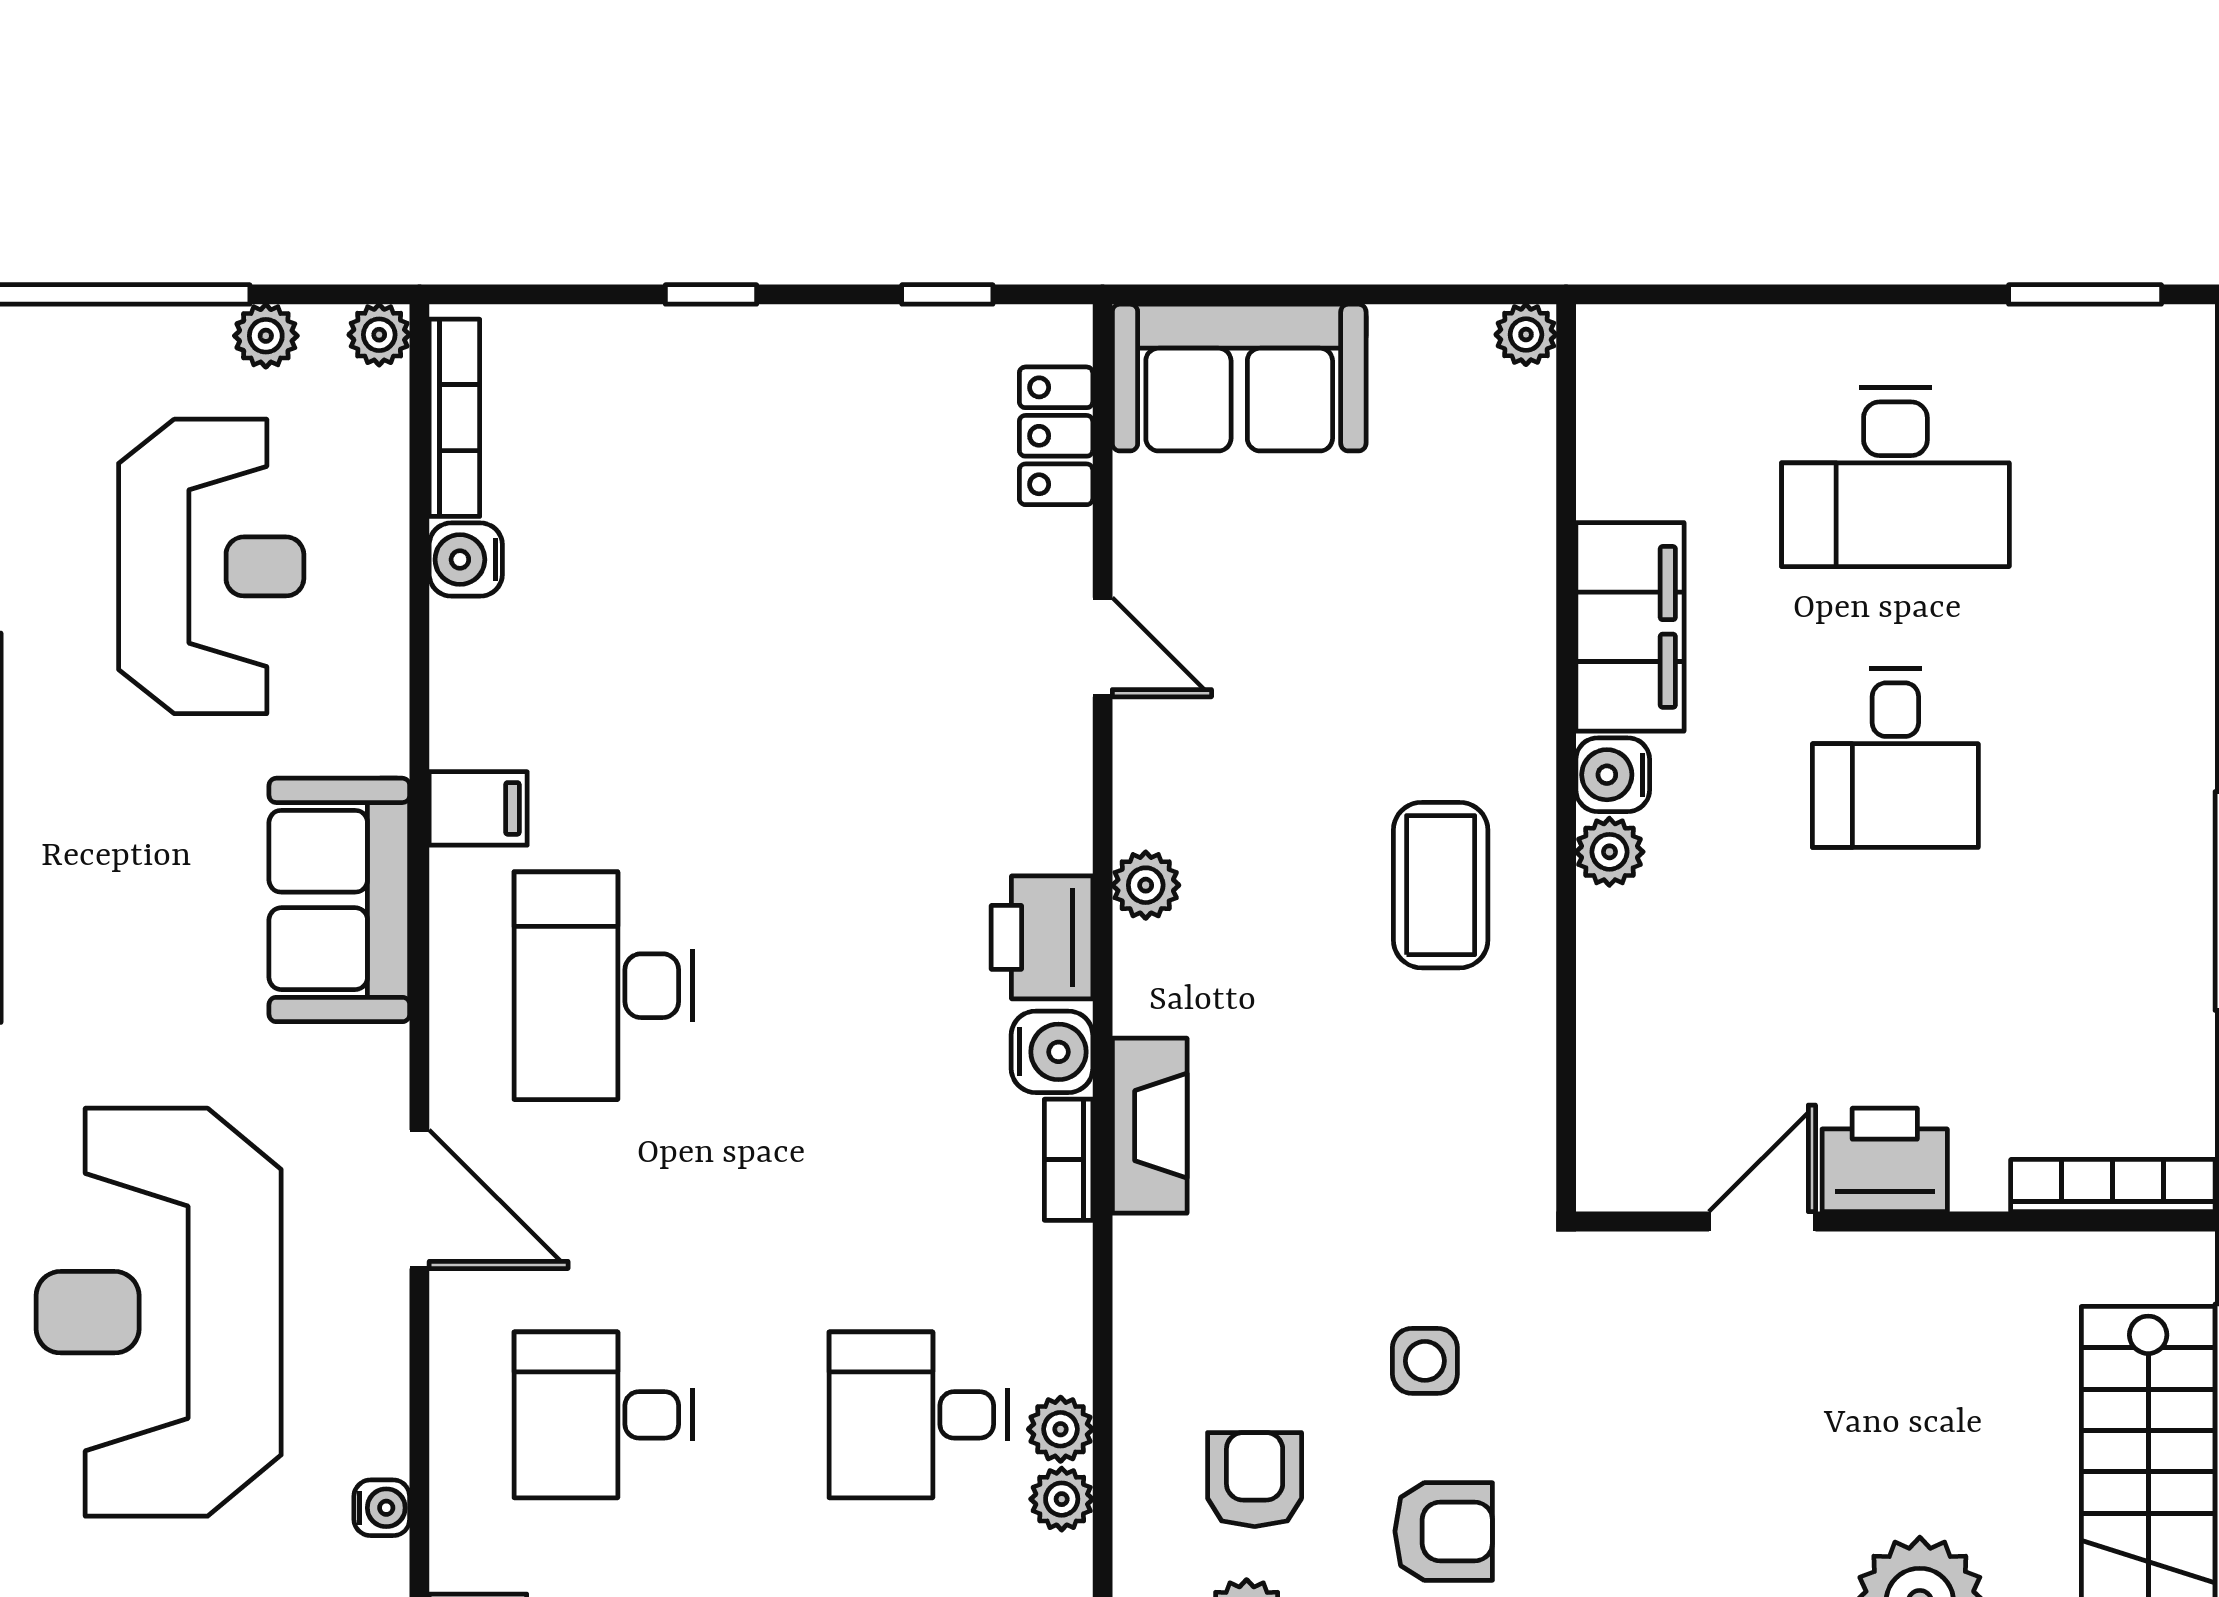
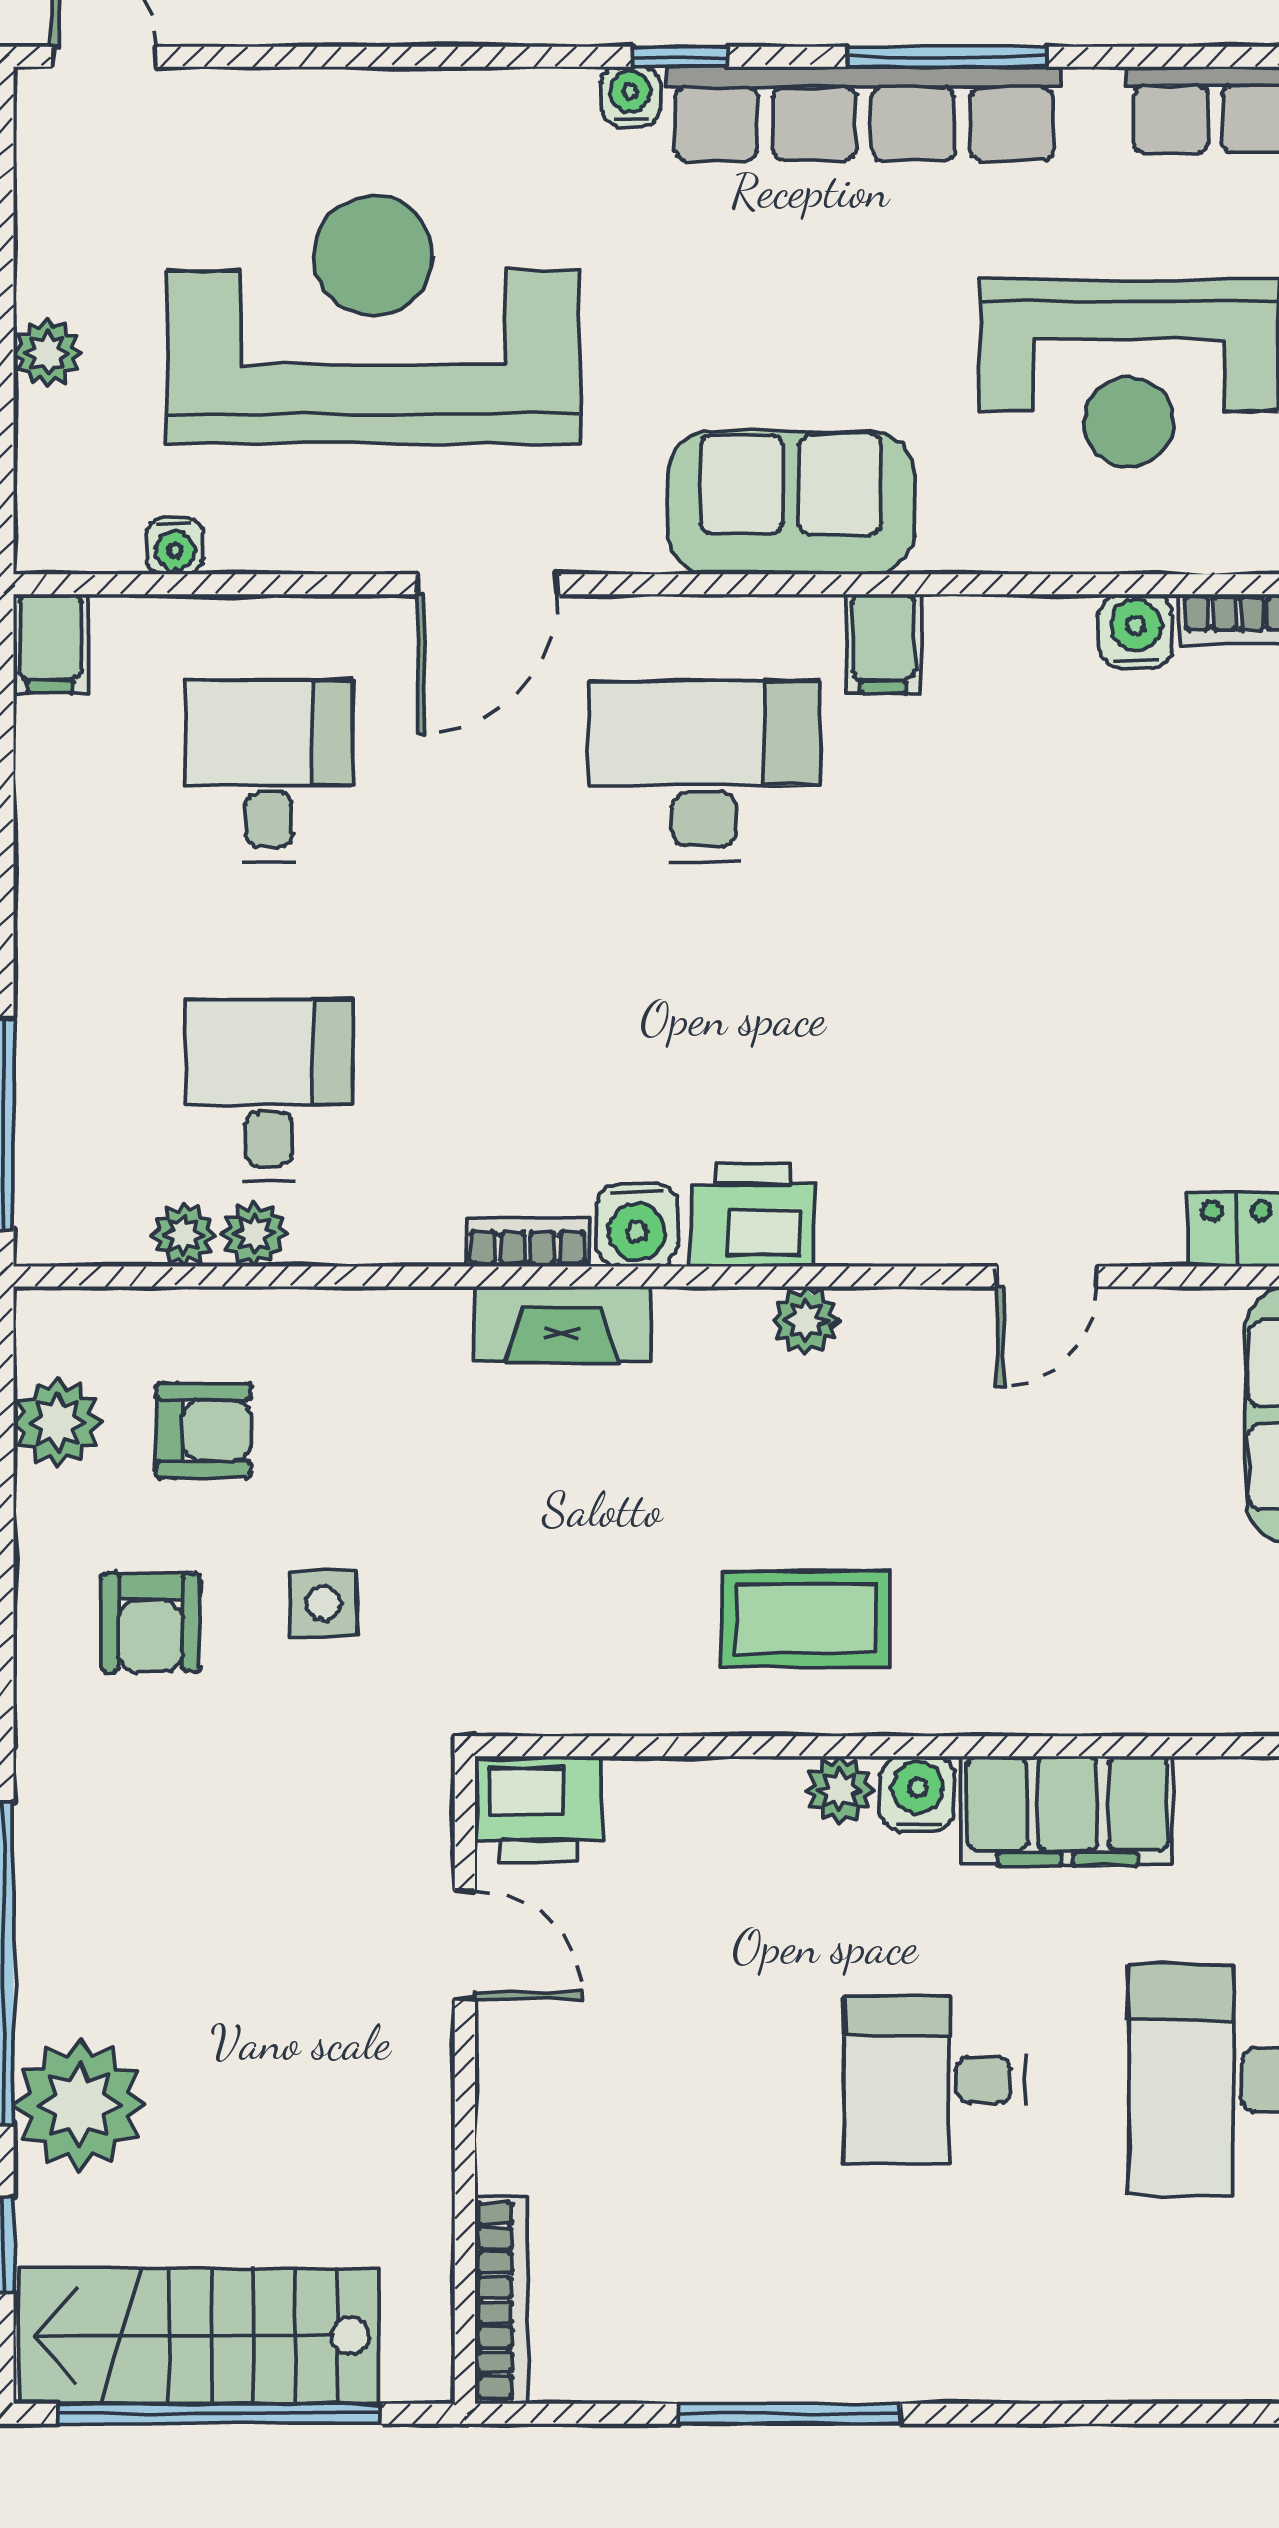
printer: (1885, 1160) -> (538, 1809), moved, turned 90

